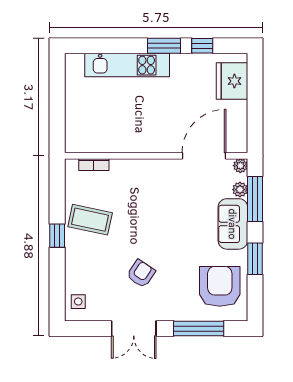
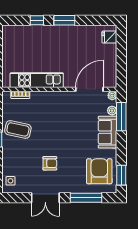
window: (202, 46) -> (37, 20), moved
kitchen unit: (127, 65) -> (37, 80), moved, turned 180
fridge: (232, 81) -> (109, 37), width x0.53, depth x0.75
window: (255, 259) -> (121, 175), moved
armchair: (141, 274) -> (50, 163), turned 56

